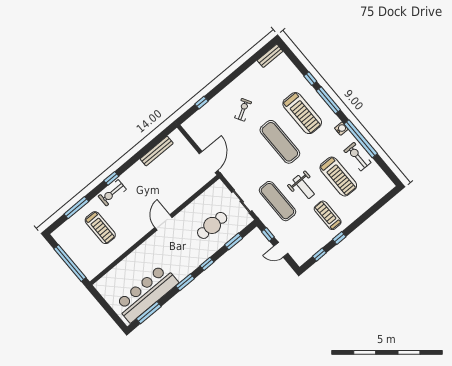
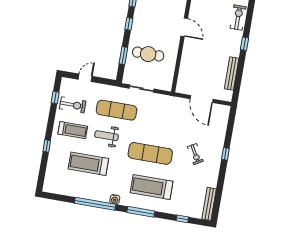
bench: (270, 56) -> (209, 204), width x1.36
window: (310, 79) -> (182, 219), moved
window: (202, 103) -> (225, 154), moved
exercise bike: (357, 157) -> (73, 105), moved
door: (209, 162) -> (202, 99), moved
window: (111, 178) -> (245, 44), moved
cafe table: (212, 225) -> (148, 54), turned 90
window: (268, 234) -> (104, 81), removed
window: (339, 238) -> (47, 146), moved

